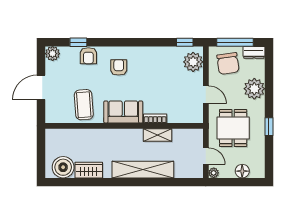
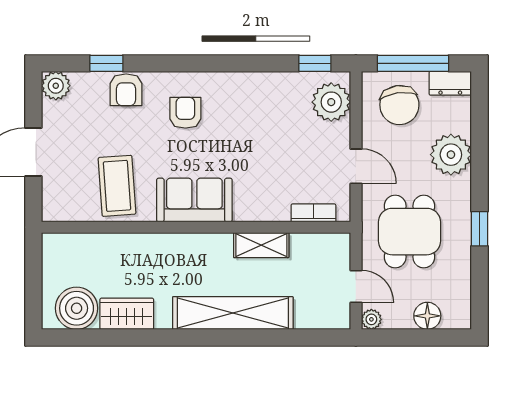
bookcase: (155, 119) -> (313, 213), moved

